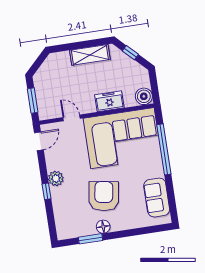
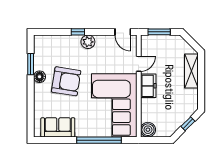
shelving: (90, 55) -> (191, 71), moved
freezer: (109, 101) -> (148, 86), moved

